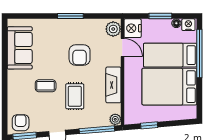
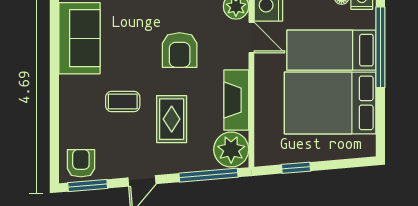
plant: (115, 119) -> (231, 150), width x1.87, depth x1.87

